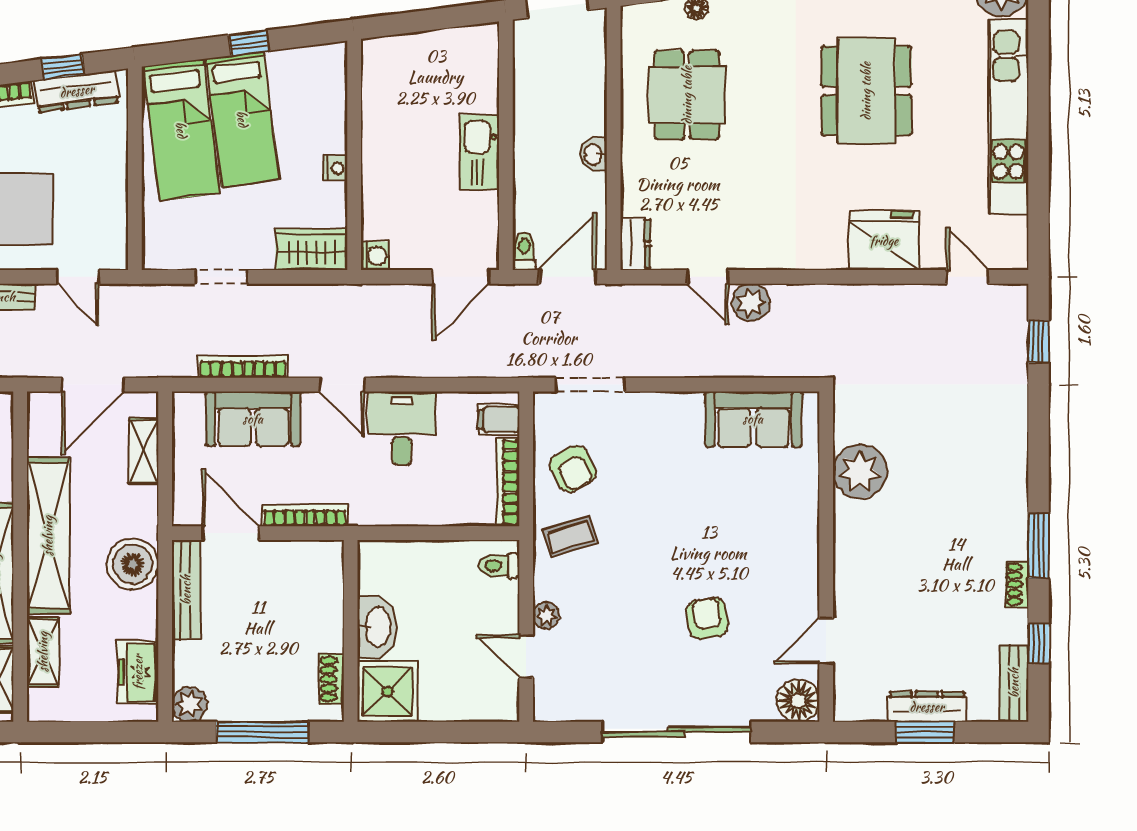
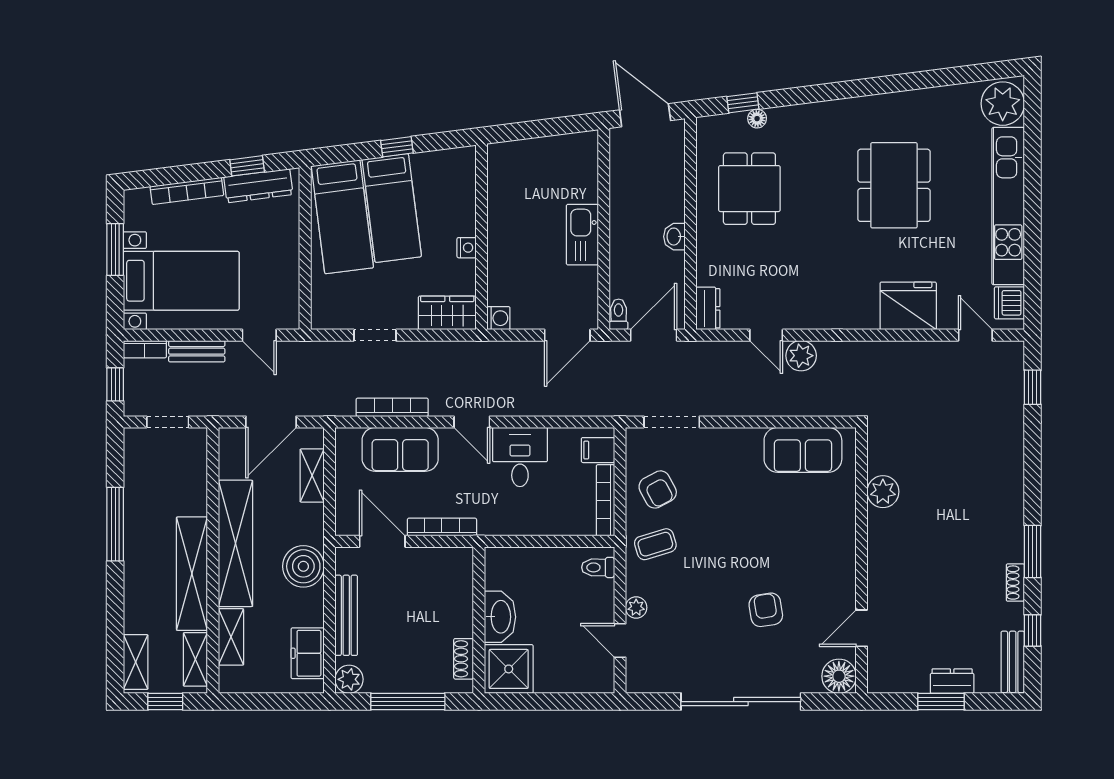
dishwasher: (1010, 237) -> (1009, 303), added
plant: (860, 471) -> (883, 492), width x0.73, depth x0.73
bench: (186, 590) -> (346, 615), moved
dresser: (927, 707) -> (952, 681), width x0.70

